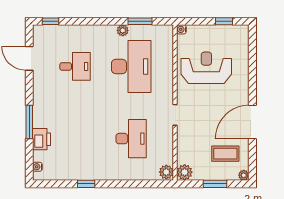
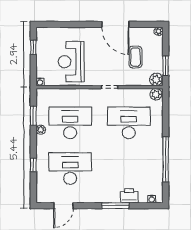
window: (50, 21) -> (33, 165), moved
desk: (75, 66) -> (70, 168), width x1.87, depth x1.30
desk: (131, 139) -> (129, 123), width x1.36, depth x1.30
coffee table: (225, 154) -> (135, 57), moved
window: (86, 184) -> (166, 159), width x3.17
window: (215, 184) -> (166, 66), moved

